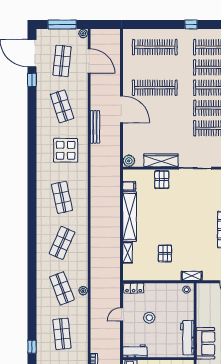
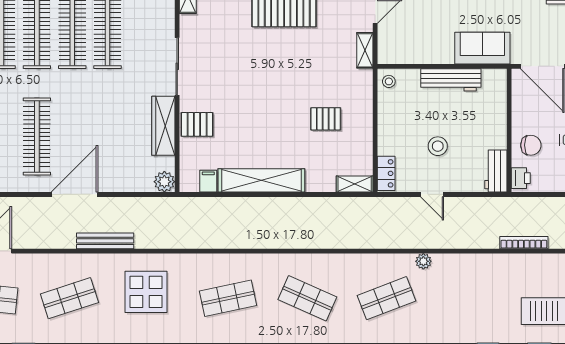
shelving: (128, 253) -> (355, 184), moved
shelving: (192, 276) -> (365, 50), moved
plant: (83, 291) -> (423, 261), moved
shop shelf: (62, 334) -> (466, 298), removed
workbench: (187, 338) -> (451, 80), moved

